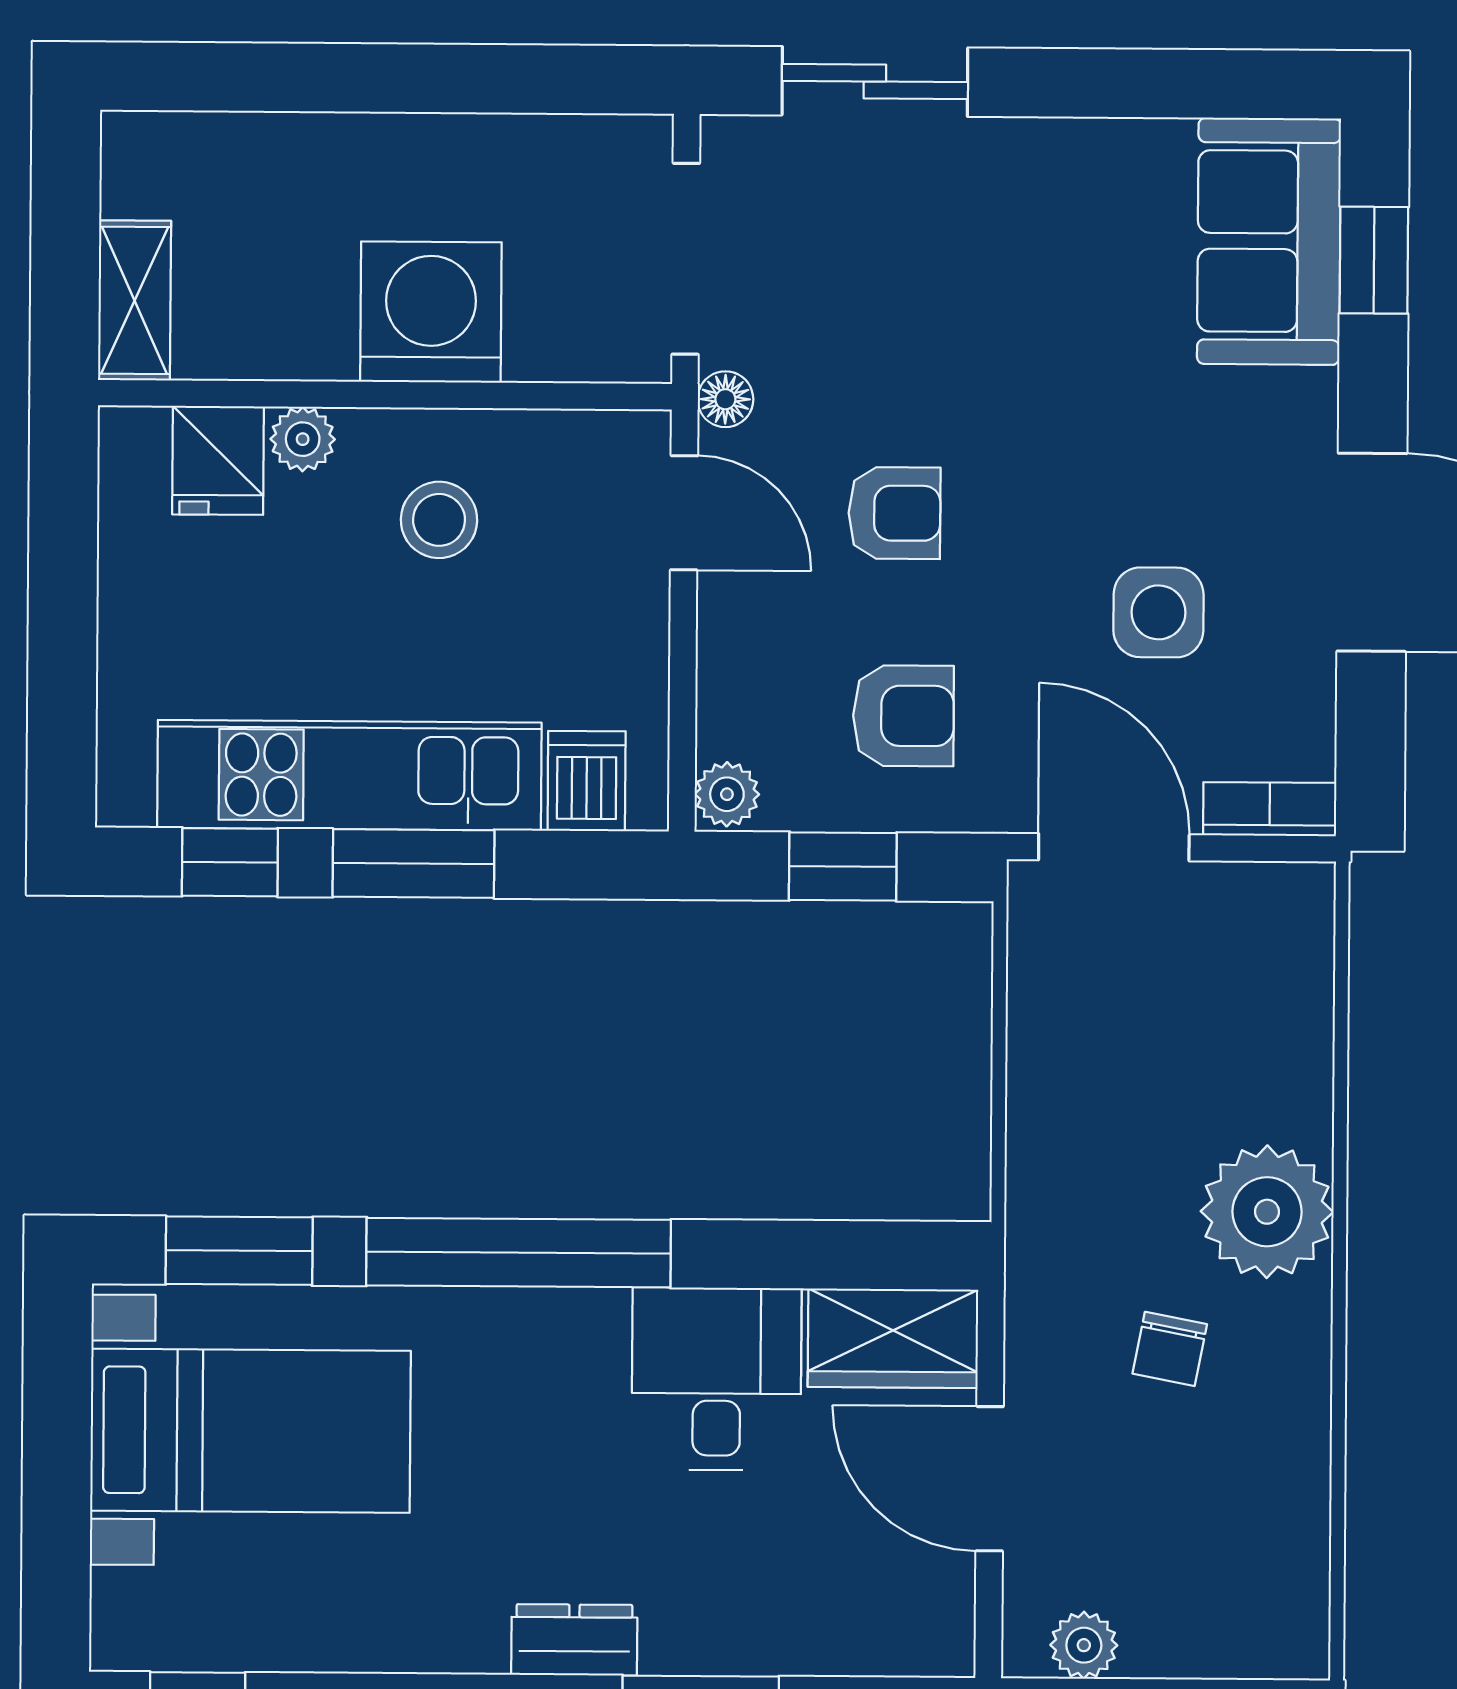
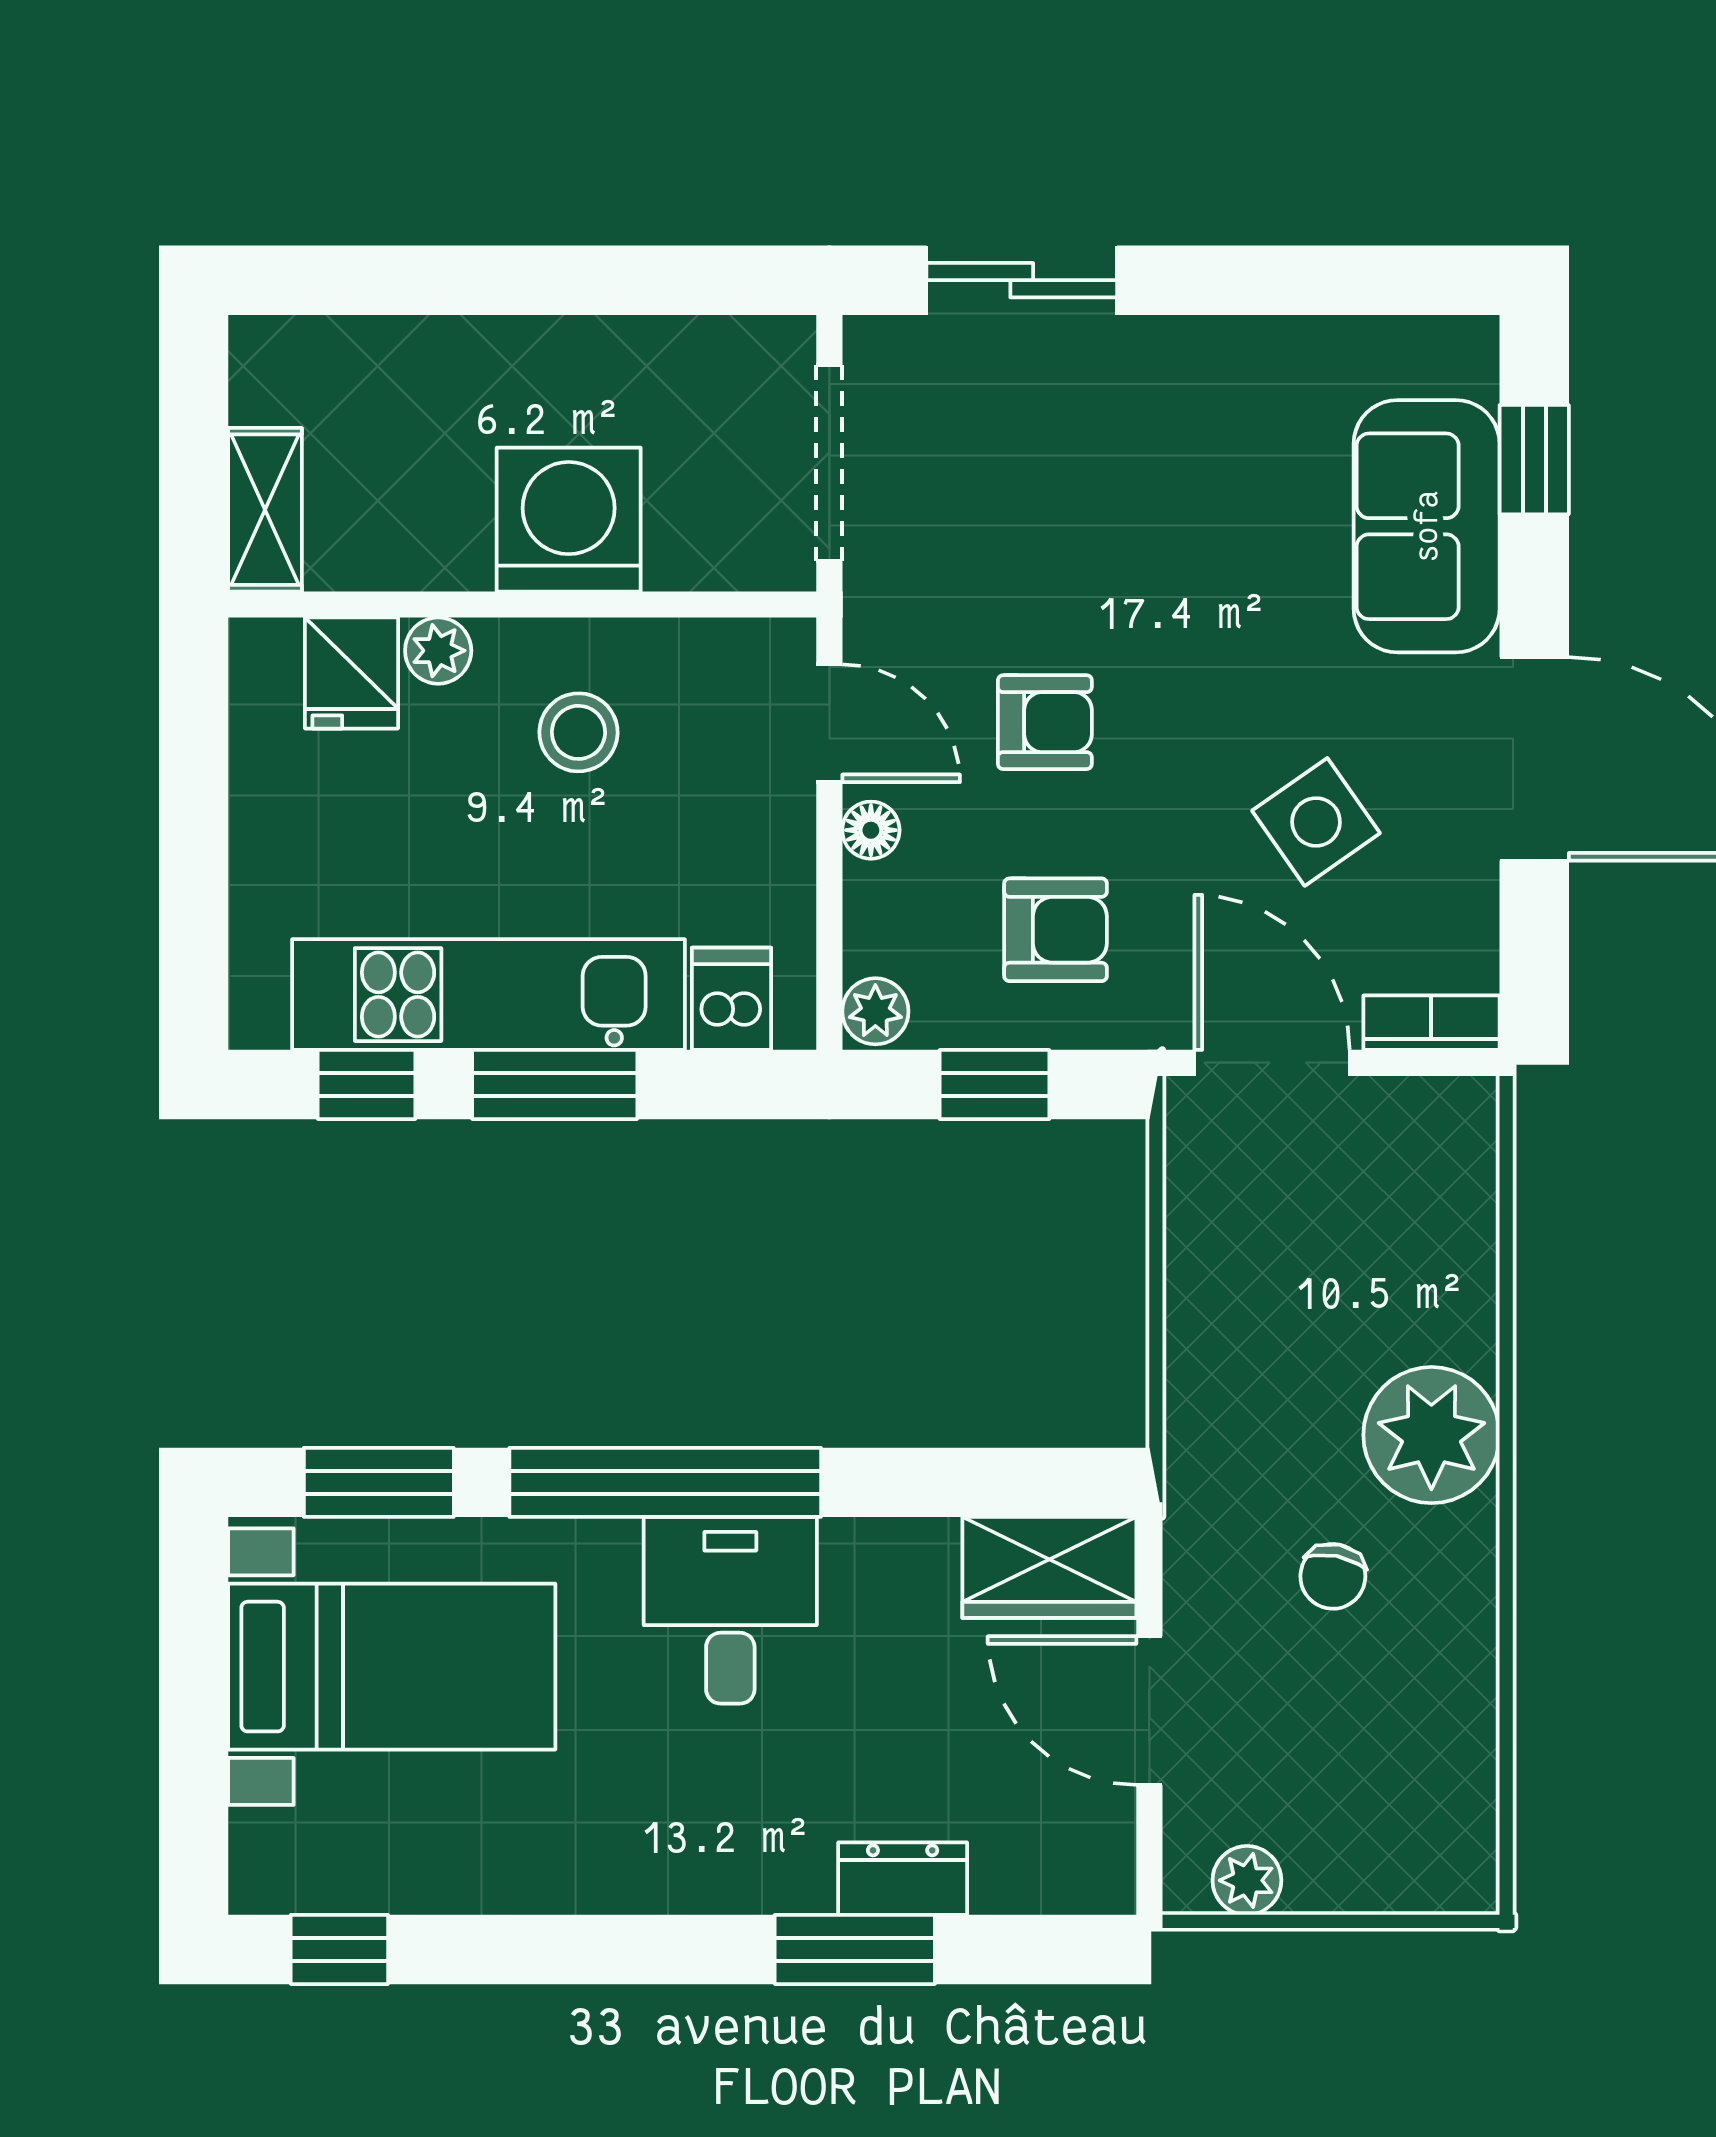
sofa: (1269, 241) -> (1427, 526), moved
floor lamp: (725, 399) -> (871, 830), moved
side table: (1158, 612) -> (1316, 822), turned -35
desk: (717, 1379) -> (730, 1610), moved
dresser: (574, 1640) -> (903, 1879), moved

